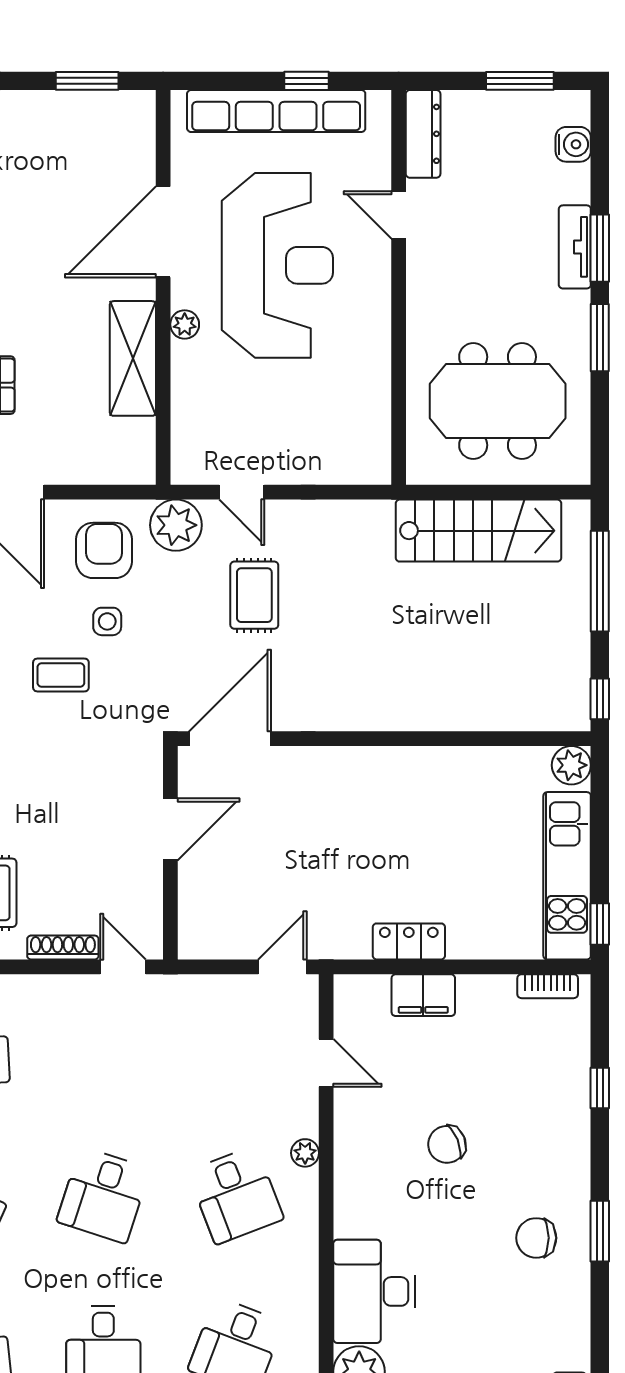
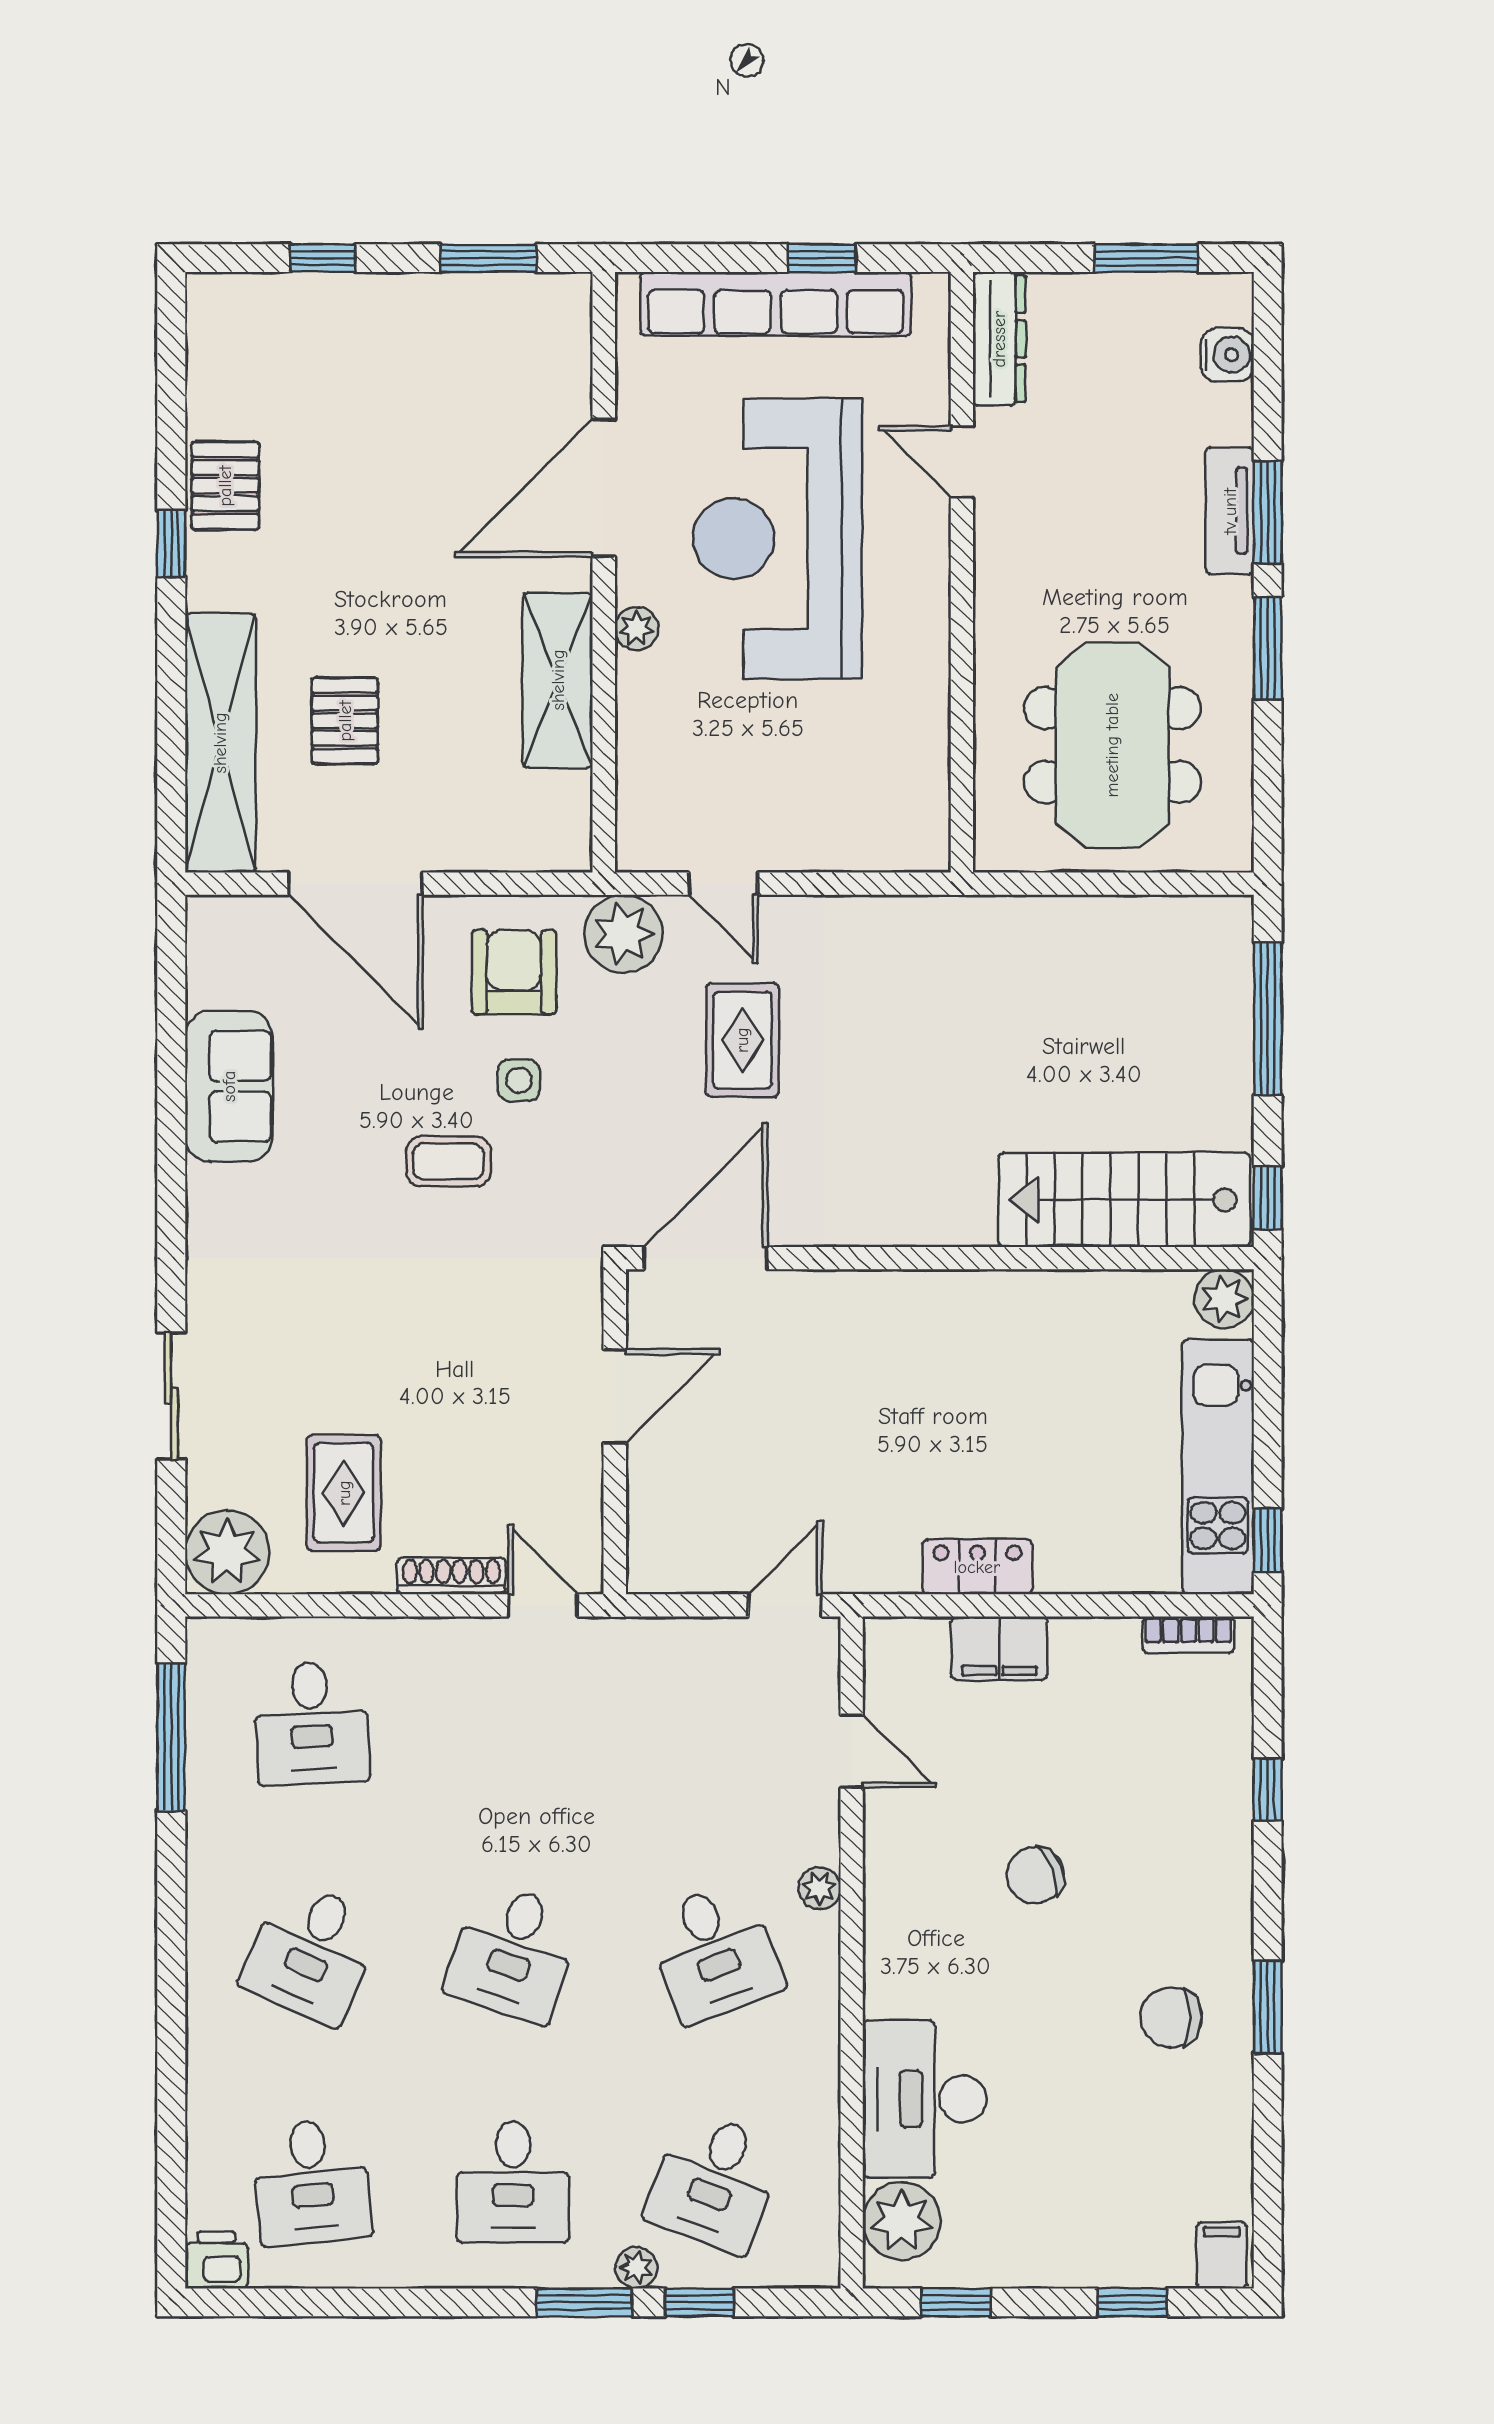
reception desk: (277, 265) -> (777, 539), turned 180
meeting table: (498, 401) -> (1112, 745), turned 90
stairs: (478, 531) -> (1124, 1200), moved, turned 180

